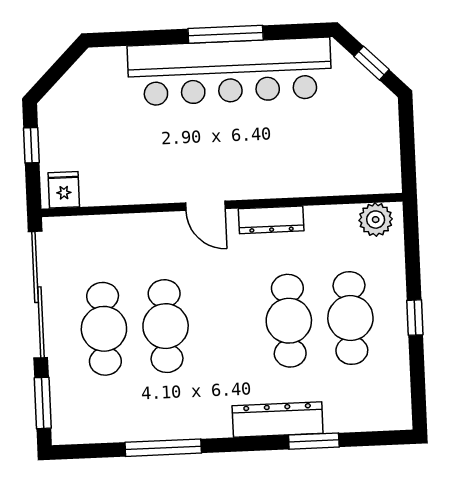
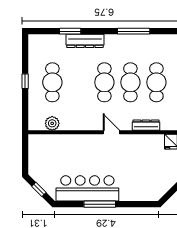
bar counter: (230, 72) -> (87, 188), width x0.73
dresser: (271, 220) -> (146, 125), moved
plant: (376, 220) -> (52, 123), moved
cafe table: (289, 321) -> (104, 82), moved

